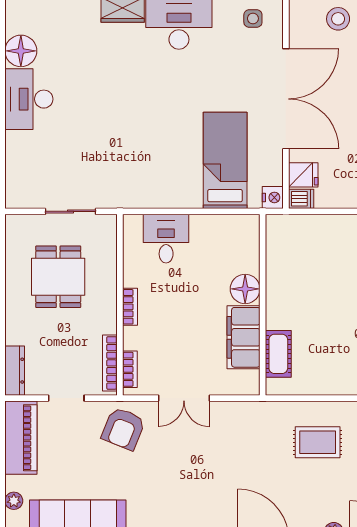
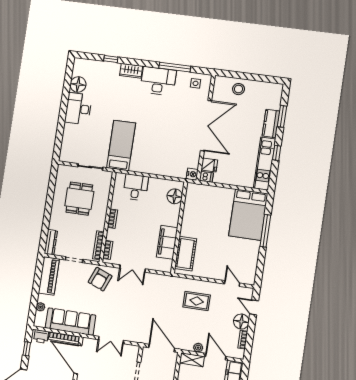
bed: (225, 160) -> (121, 145), moved
floor lamp: (245, 289) -> (175, 196), moved
cot: (278, 354) -> (186, 254), width x1.37, depth x1.34

